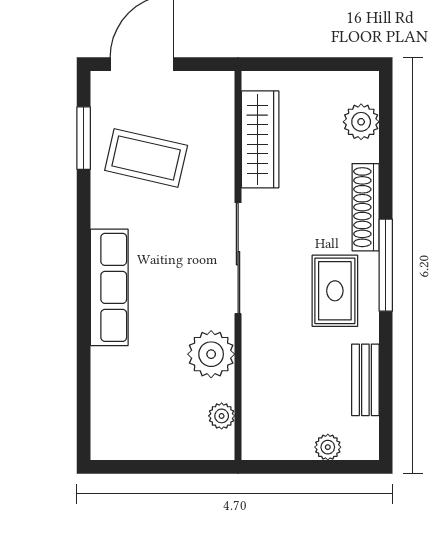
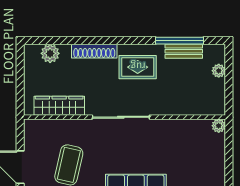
window: (386, 265) -> (179, 41), moved
plant: (211, 354) -> (170, 131), removed
plant: (222, 416) -> (219, 126), moved

